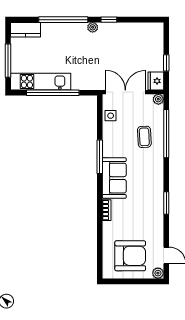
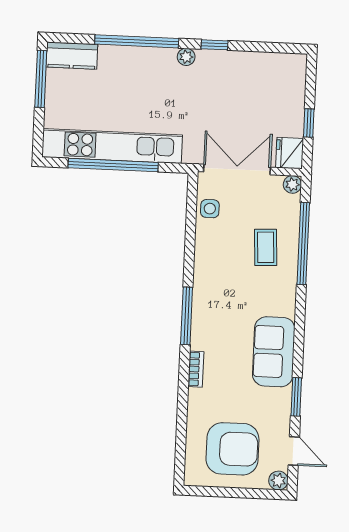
window: (8, 61) -> (41, 79), moved
kitchen unit: (41, 82) -> (112, 146), width x1.36
window: (100, 157) -> (187, 316), moved
sofa: (114, 178) -> (274, 352), moved, turned 180
window: (166, 203) -> (296, 397), moved

